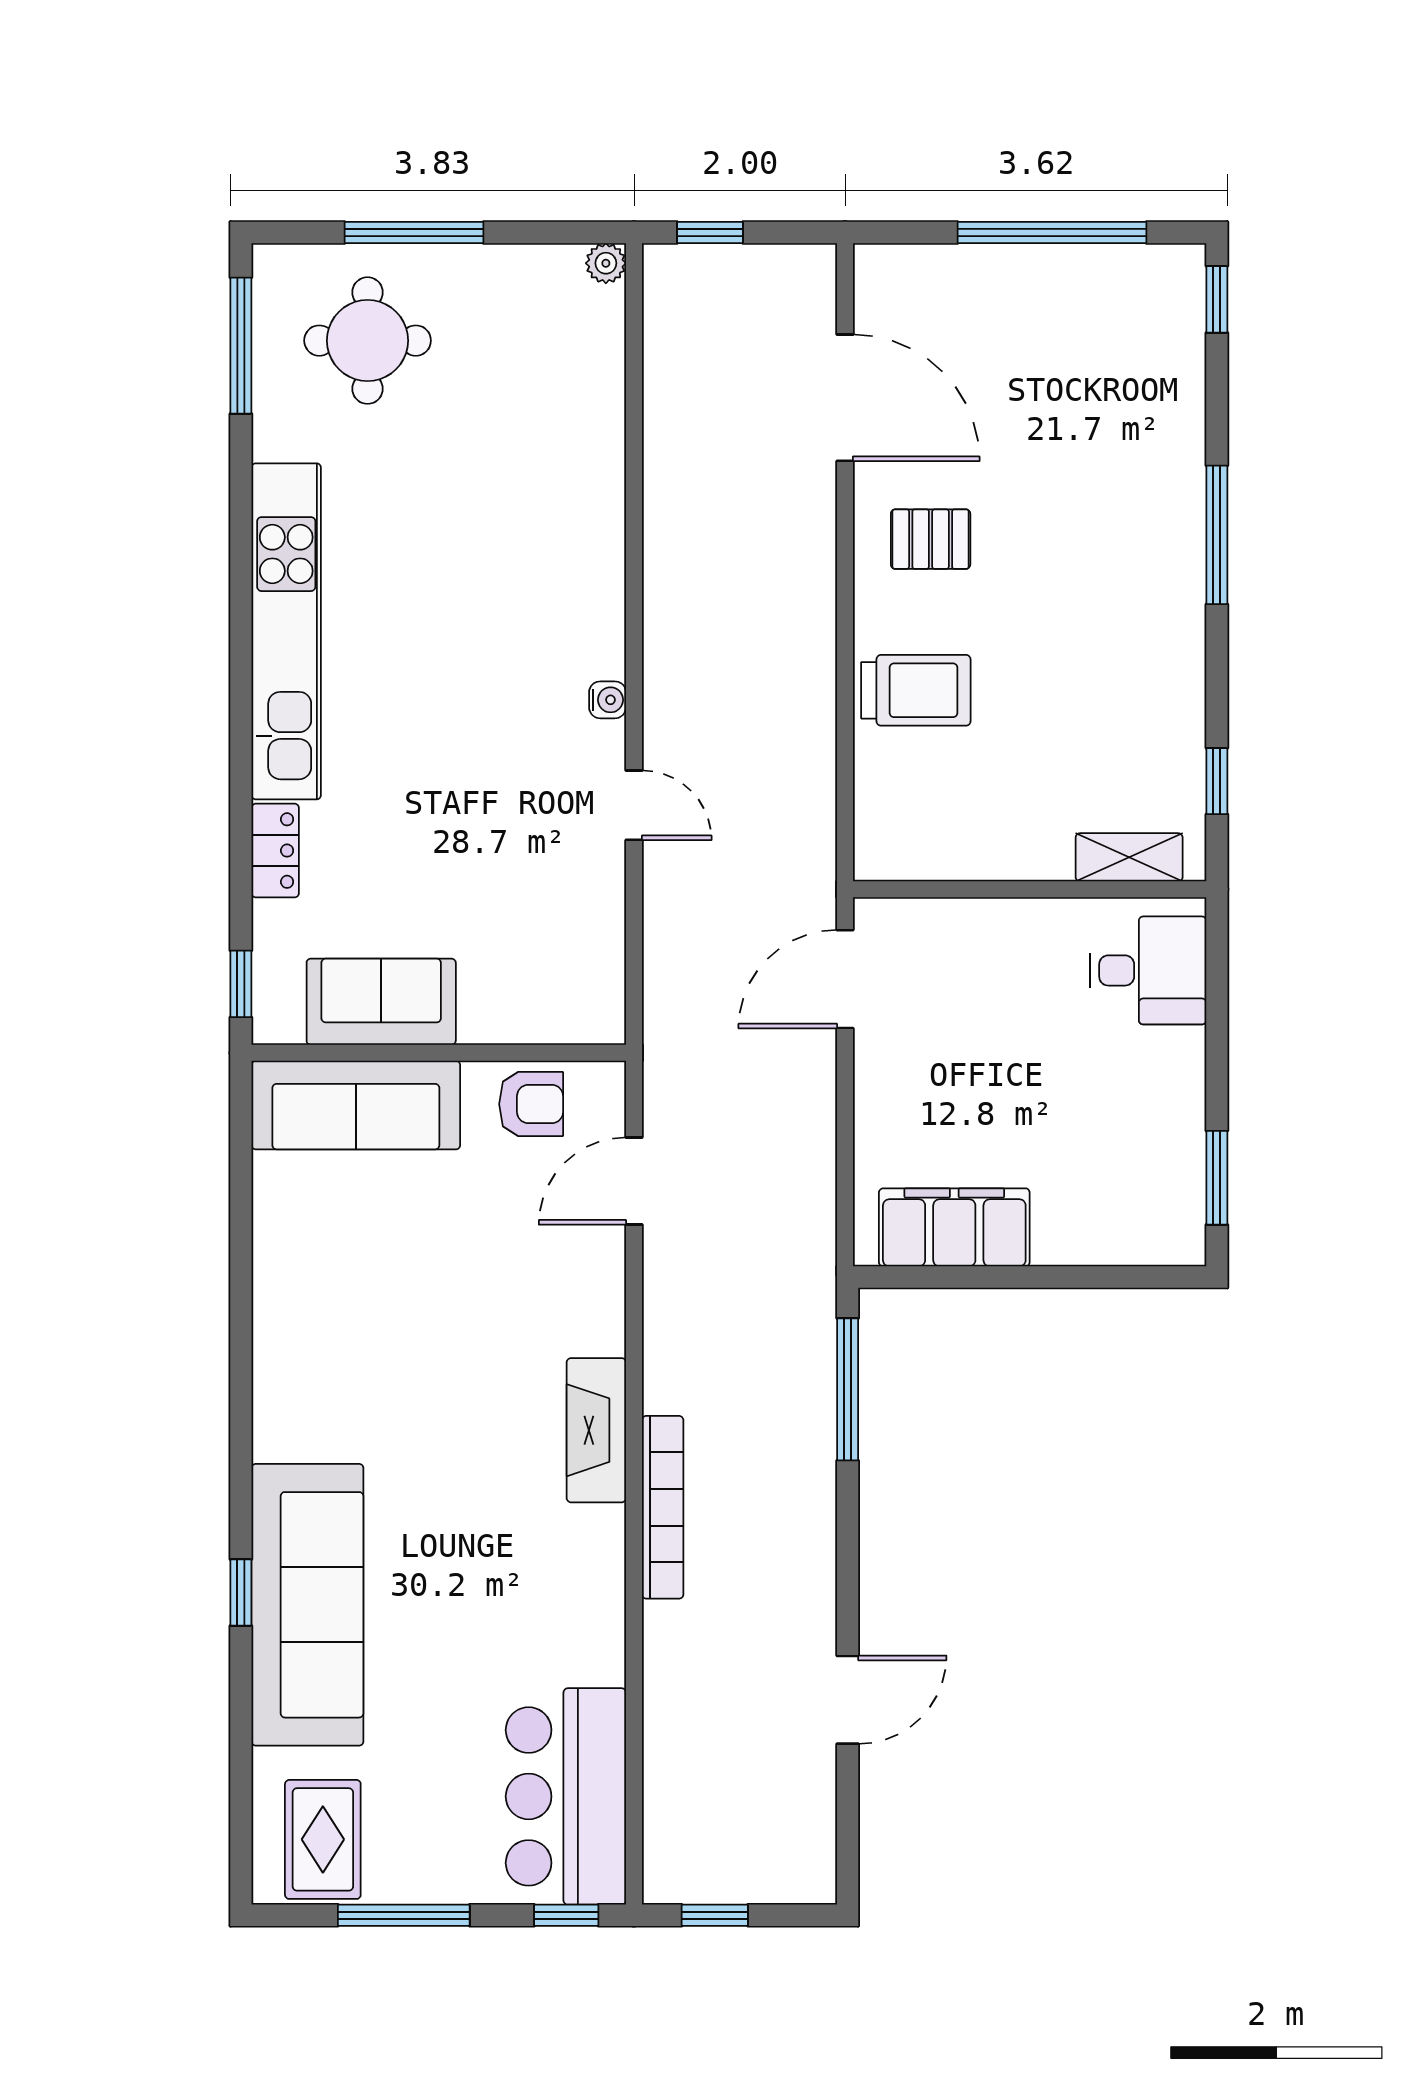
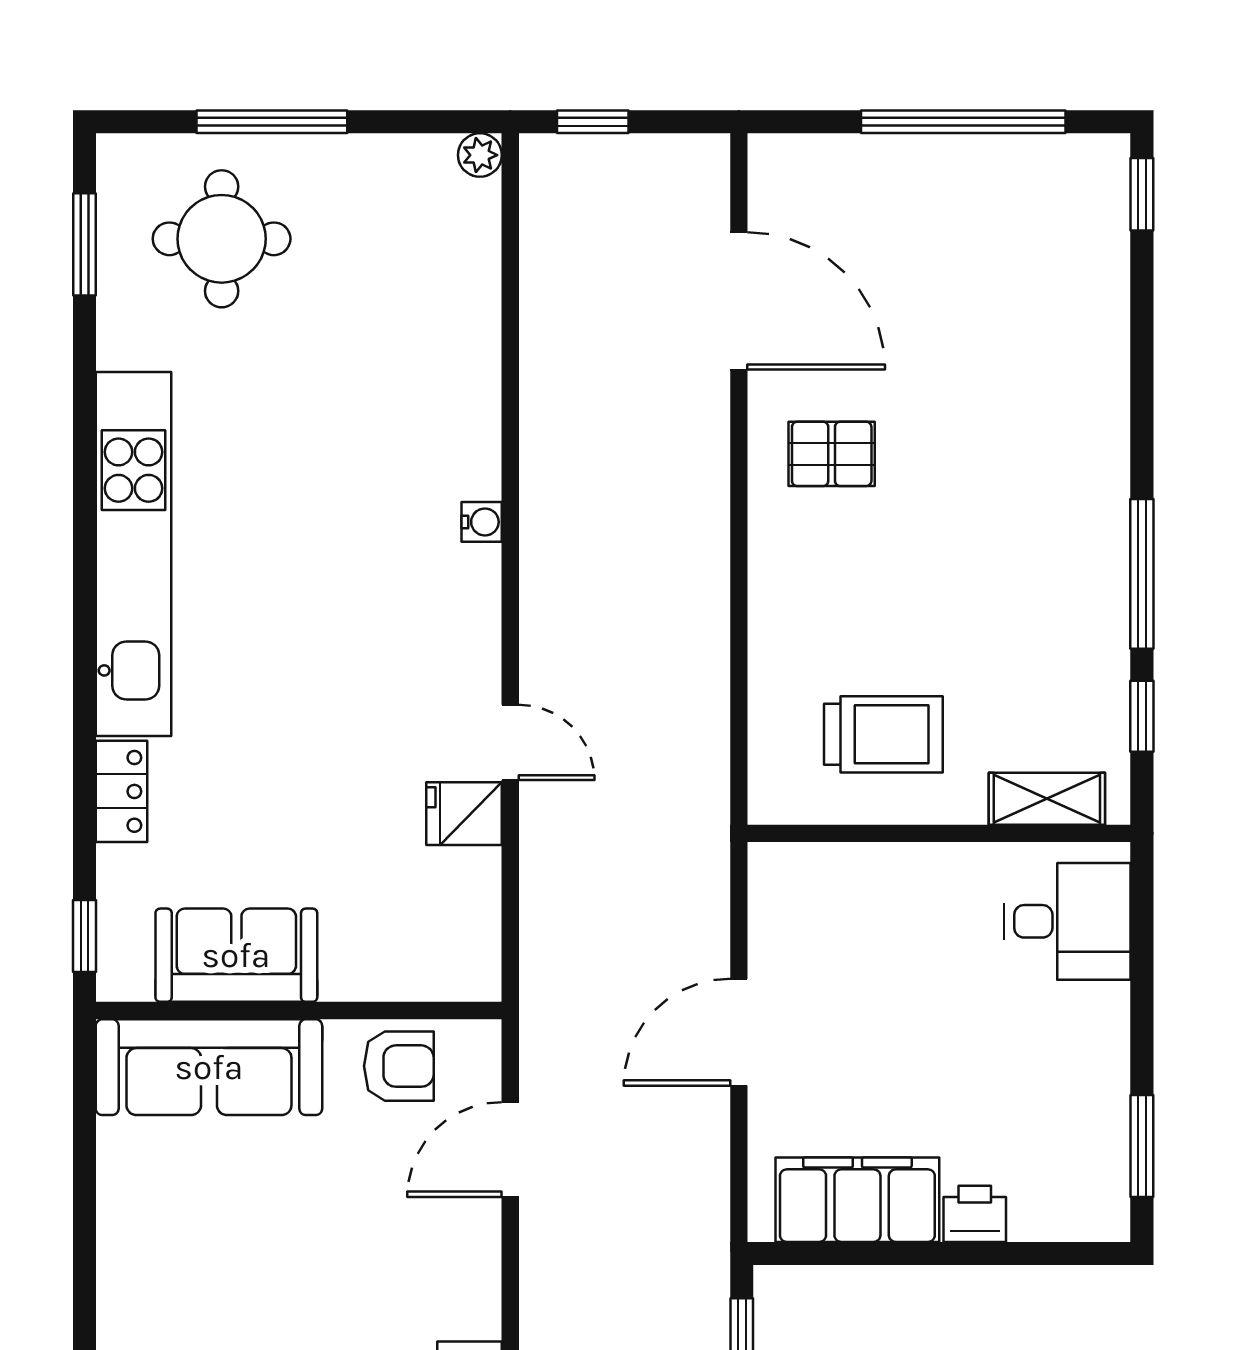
window: (241, 346) -> (84, 244), width x0.69
window: (1217, 535) -> (1142, 574), moved
trolley: (916, 690) -> (883, 734), moved
water cooler: (608, 700) -> (482, 522), moved
fridge: (591, 871) -> (464, 814), added
door: (845, 979) -> (739, 1032), moved
printer: (1063, 1240) -> (975, 1214), added

